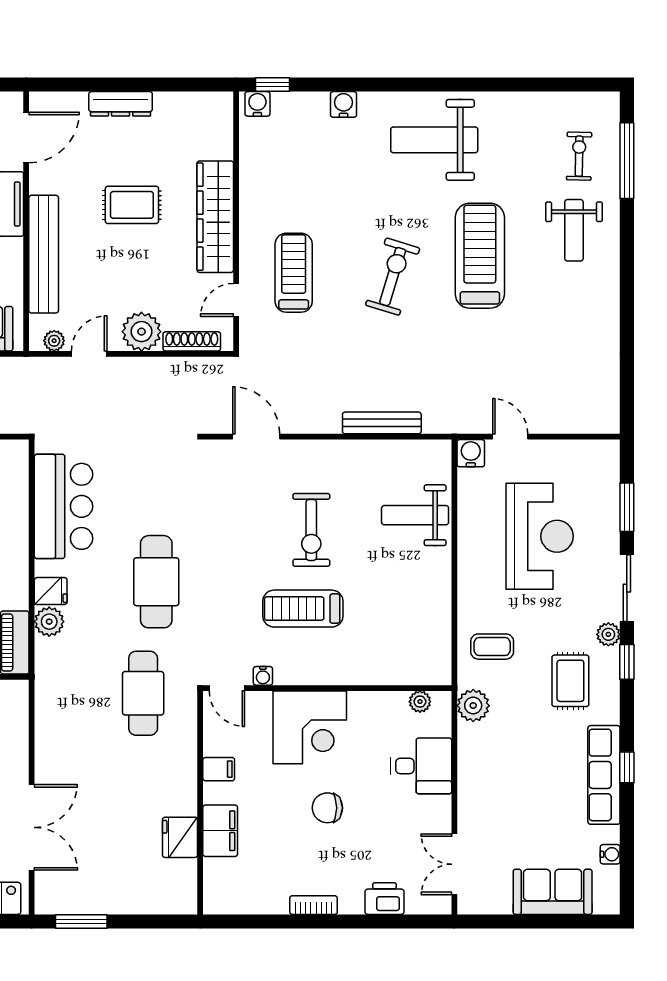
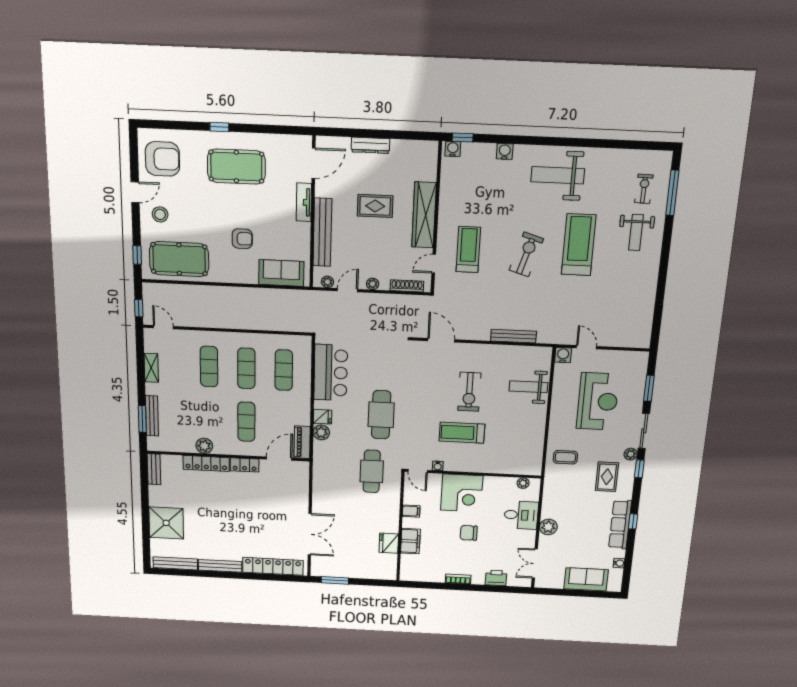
plant: (141, 332) -> (373, 284), width x0.53, depth x0.53
plant: (473, 706) -> (548, 527), moved

